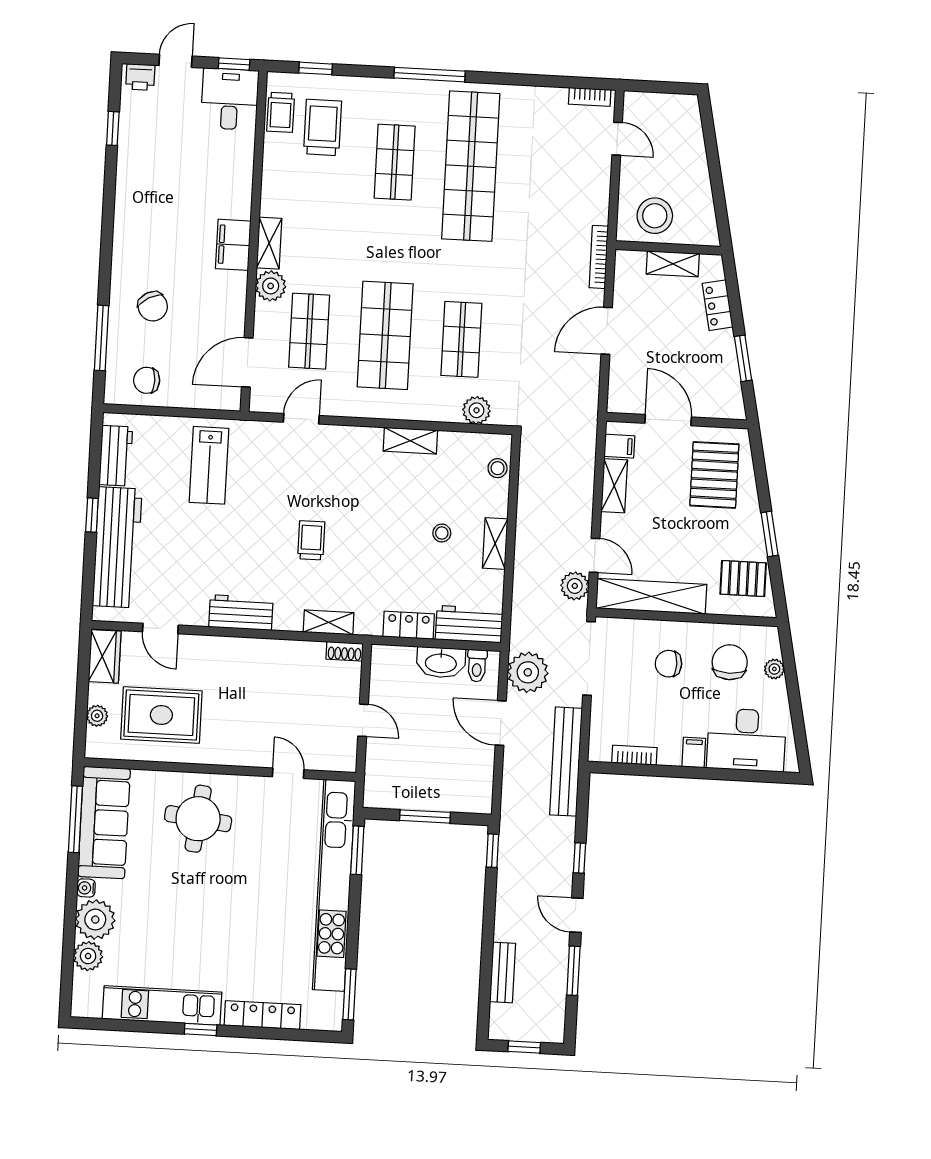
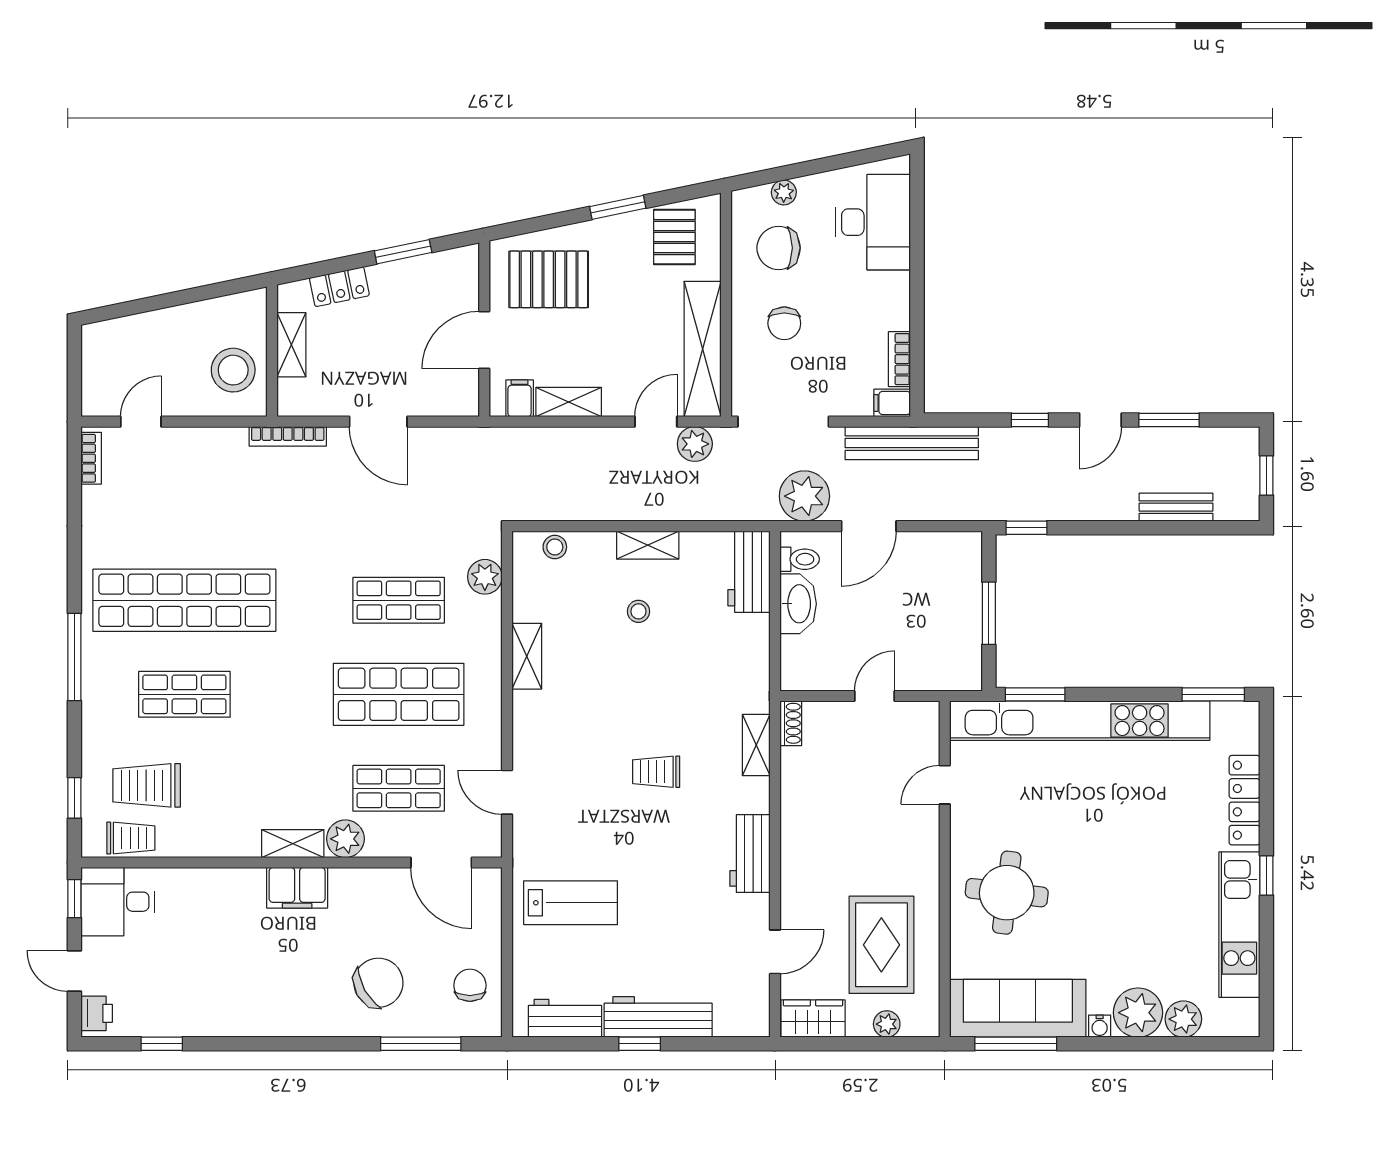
chair: (153, 306) -> (378, 983), width x1.37, depth x1.37
chair: (147, 380) -> (470, 985), turned 180
workbench: (117, 547) -> (658, 1017), width x0.73, depth x0.76
locker: (409, 625) -> (754, 646), removed
filing cabinet: (694, 752) -> (892, 403), moved

